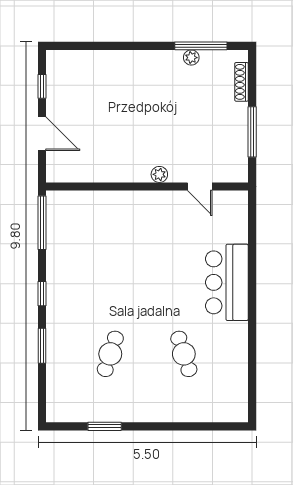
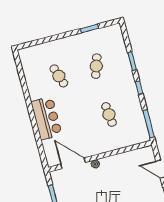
door: (200, 187) -> (73, 163), width x1.87
cafe table: (110, 259) -> (109, 114), added

